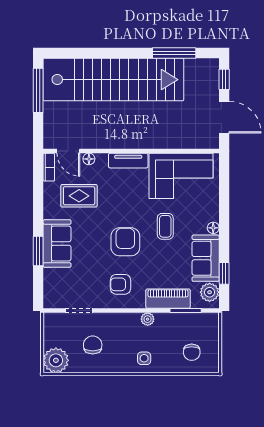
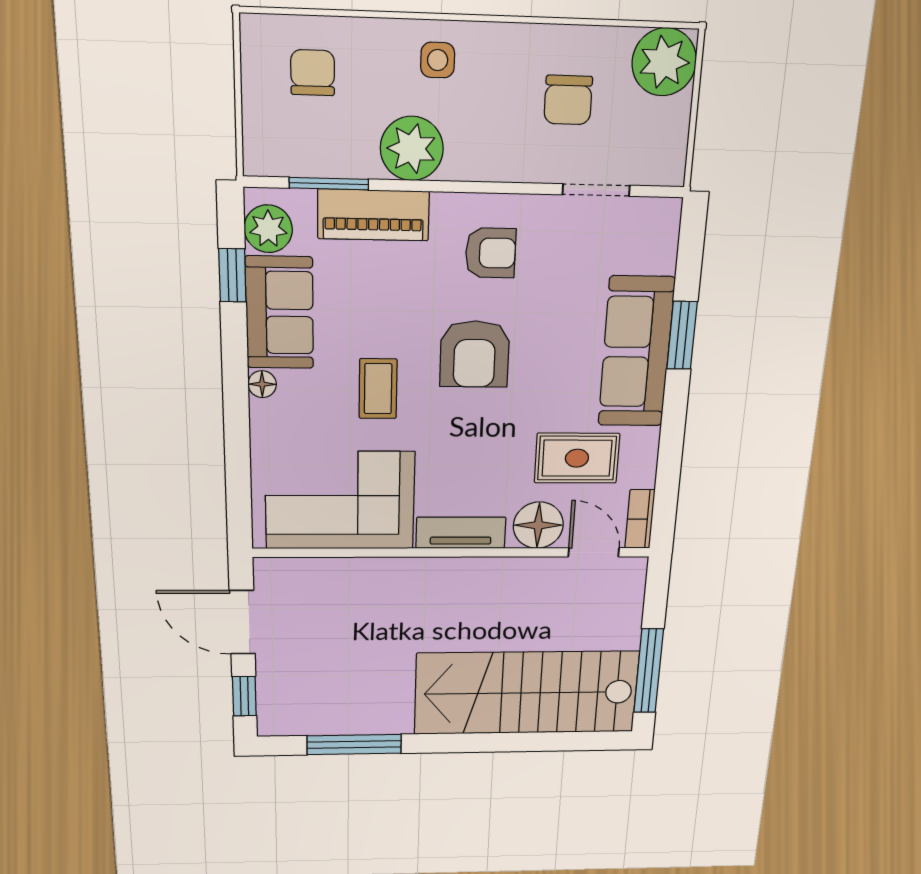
stairs: (113, 80) -> (527, 693), width x0.73
floor lamp: (89, 159) -> (538, 525), width x1.89, depth x1.89
sofa: (57, 243) -> (636, 352), width x1.36
plant: (148, 319) -> (412, 149), width x1.88, depth x1.88

